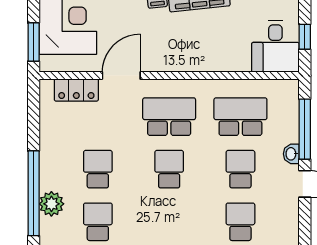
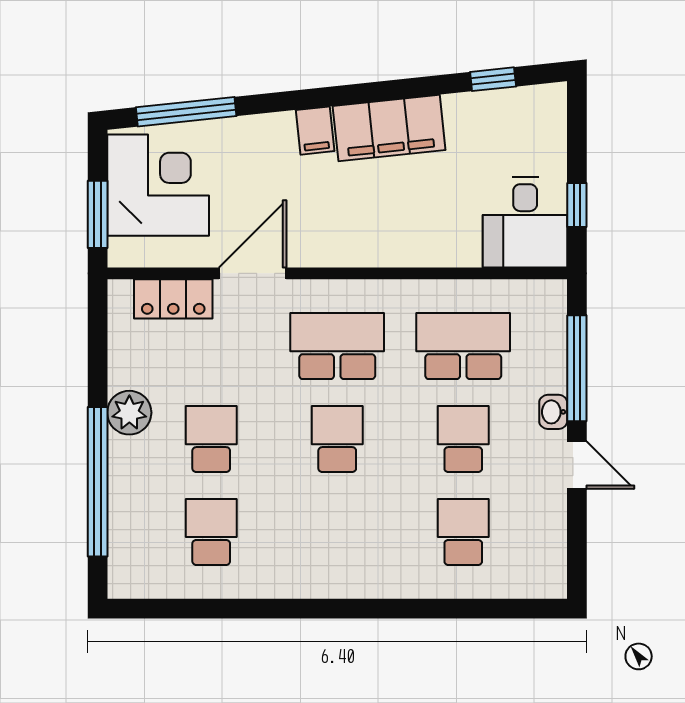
plant: (51, 204) -> (129, 413), moved

